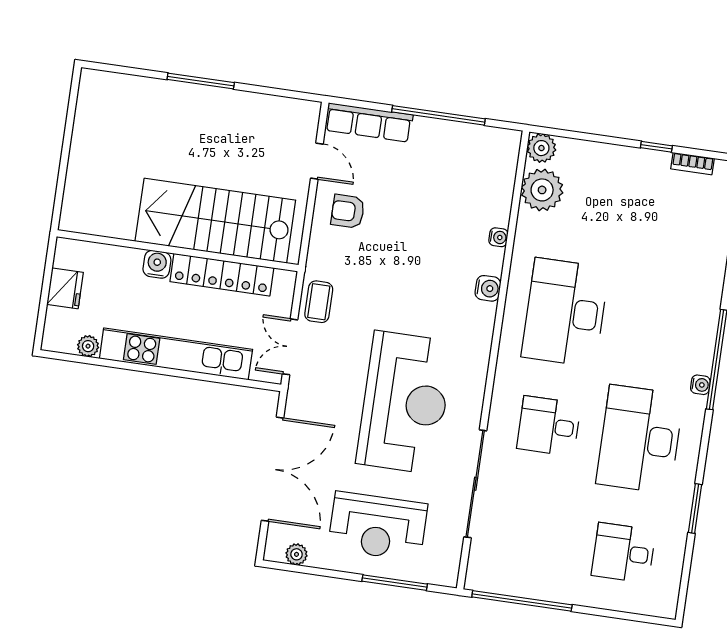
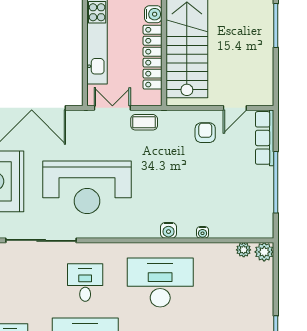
plant: (542, 190) -> (244, 250), width x0.53, depth x0.53

